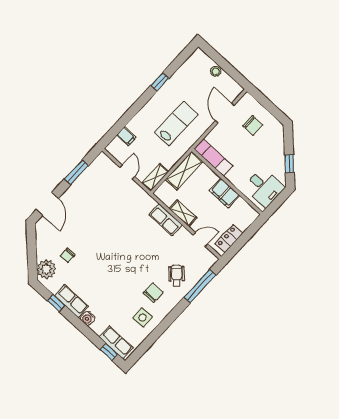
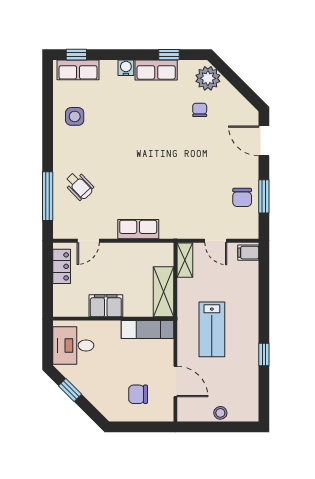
filing cabinet: (126, 136) -> (248, 253), moved
shelving: (183, 213) -> (127, 250), removed
chair: (153, 293) -> (242, 197), moved

